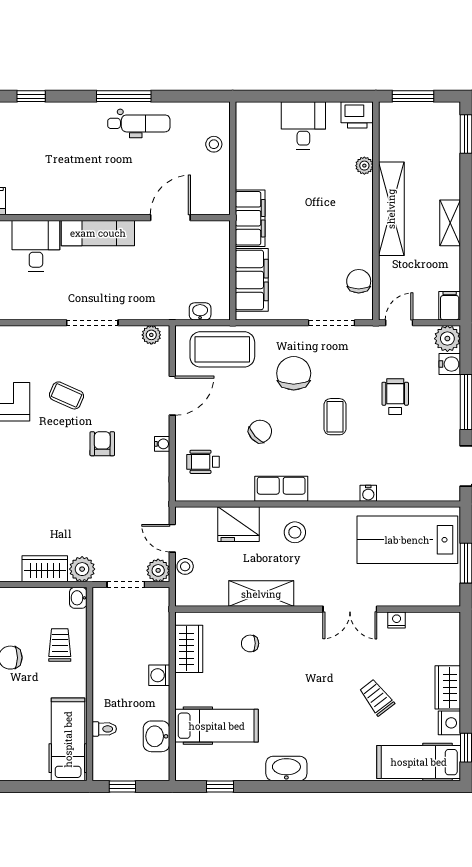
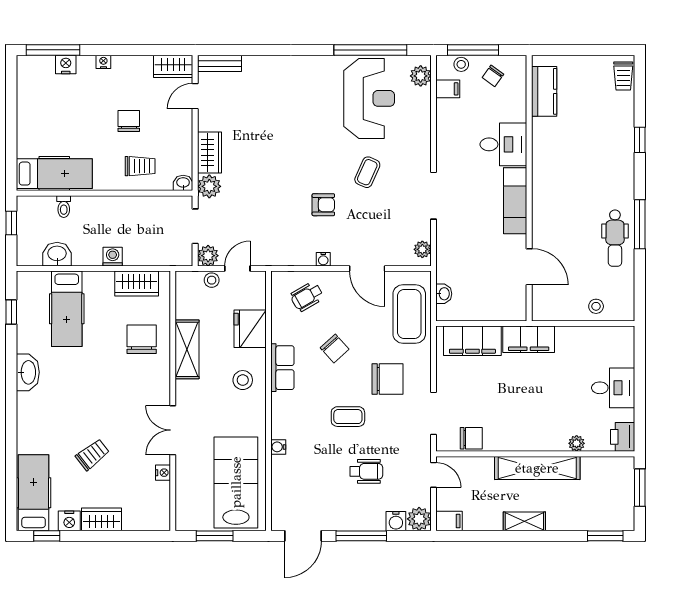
wheelchair: (203, 462) -> (307, 296), turned -120
chair: (250, 643) -> (142, 339), width x1.87, depth x1.87

